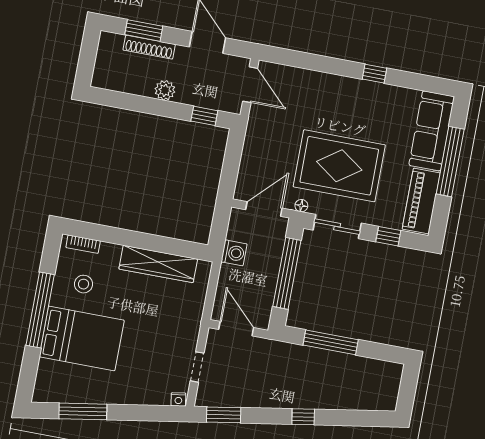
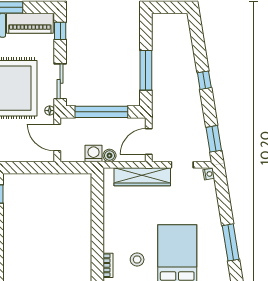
window: (388, 236) -> (60, 31), moved
wardrobe: (158, 264) -> (142, 177), moved, turned 90
boiler: (227, 273) -> (109, 156), added

